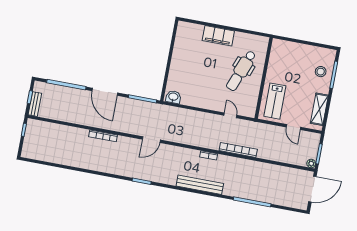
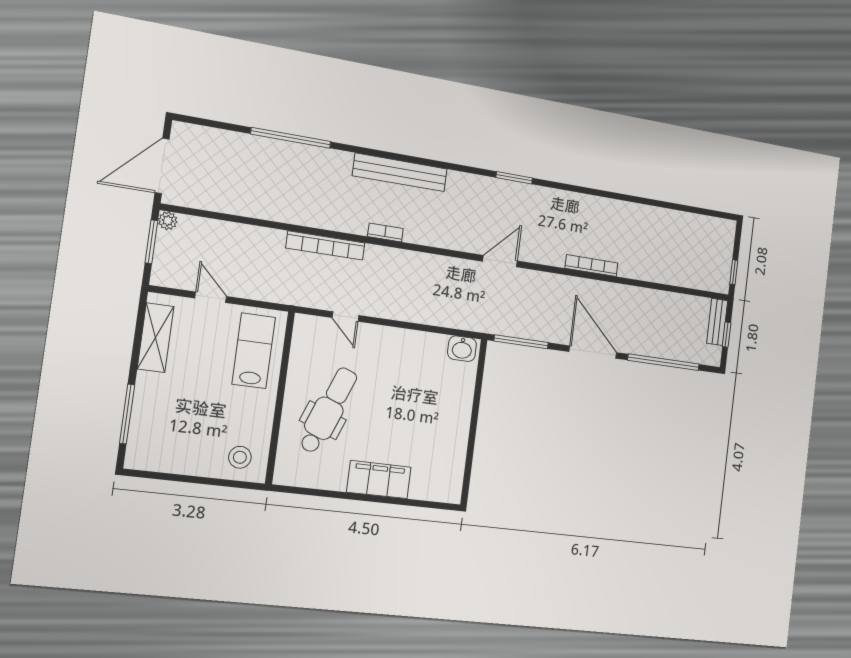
stool: (321, 72) -> (240, 457), moved

